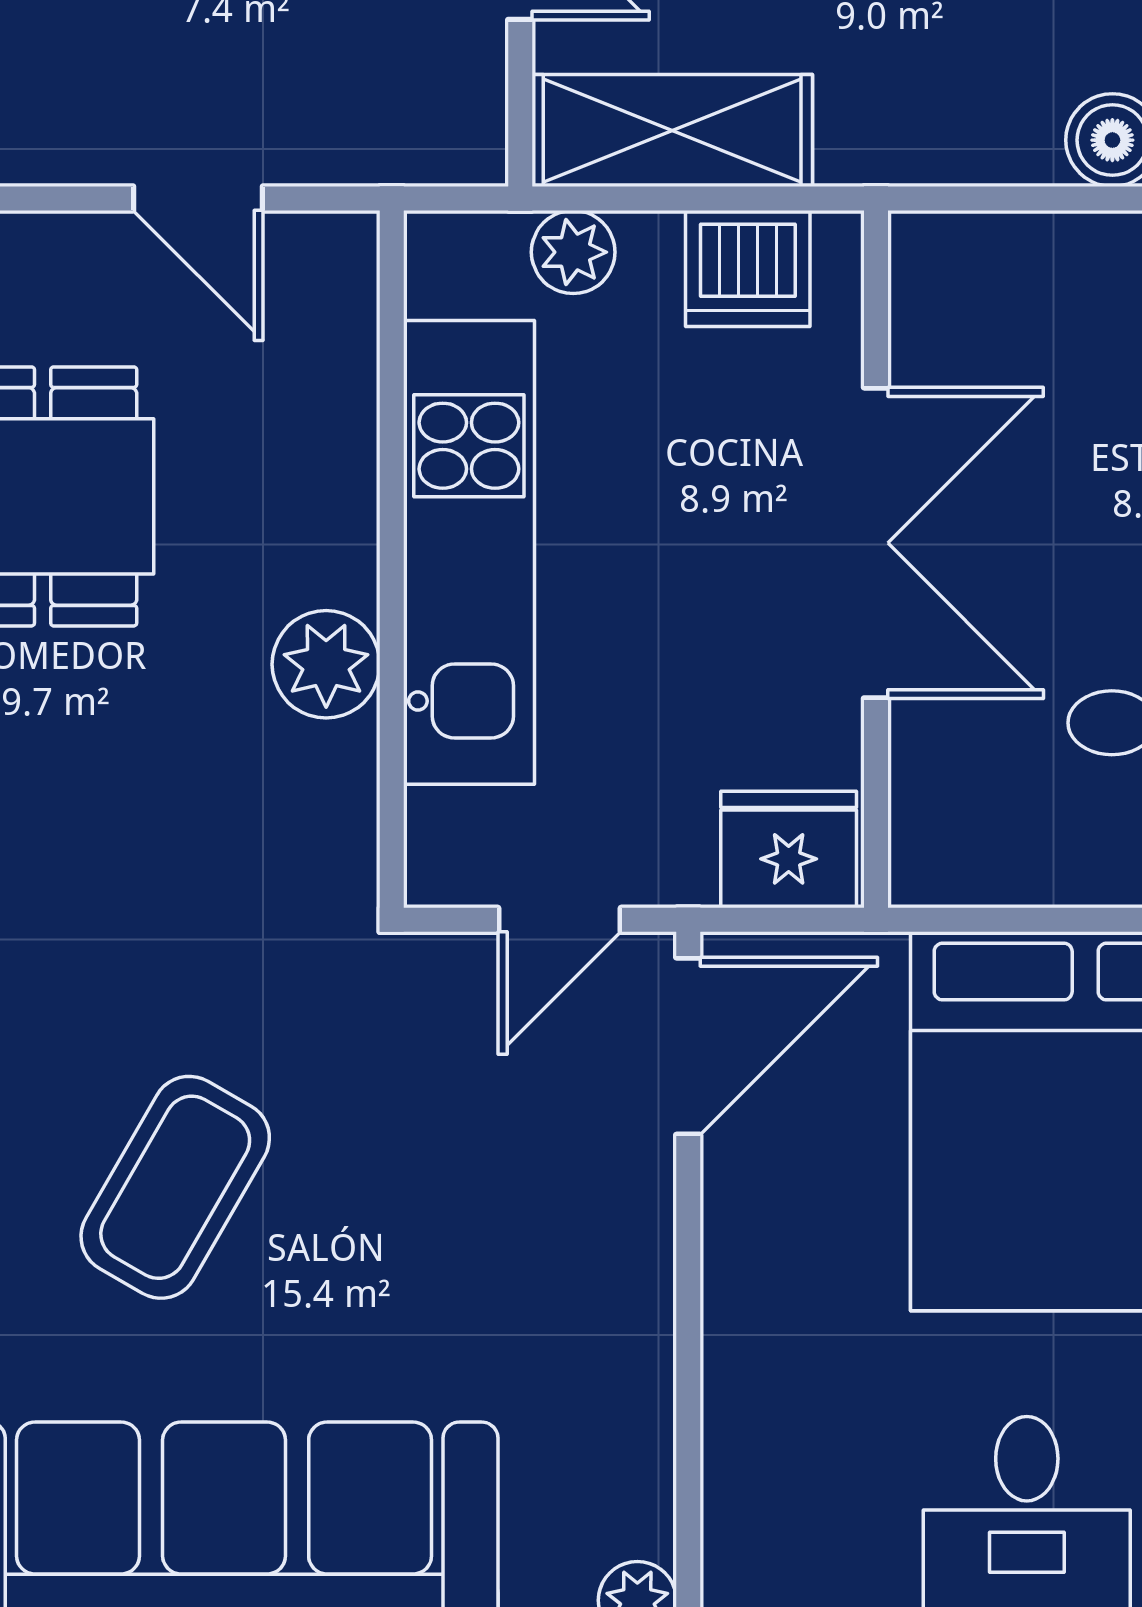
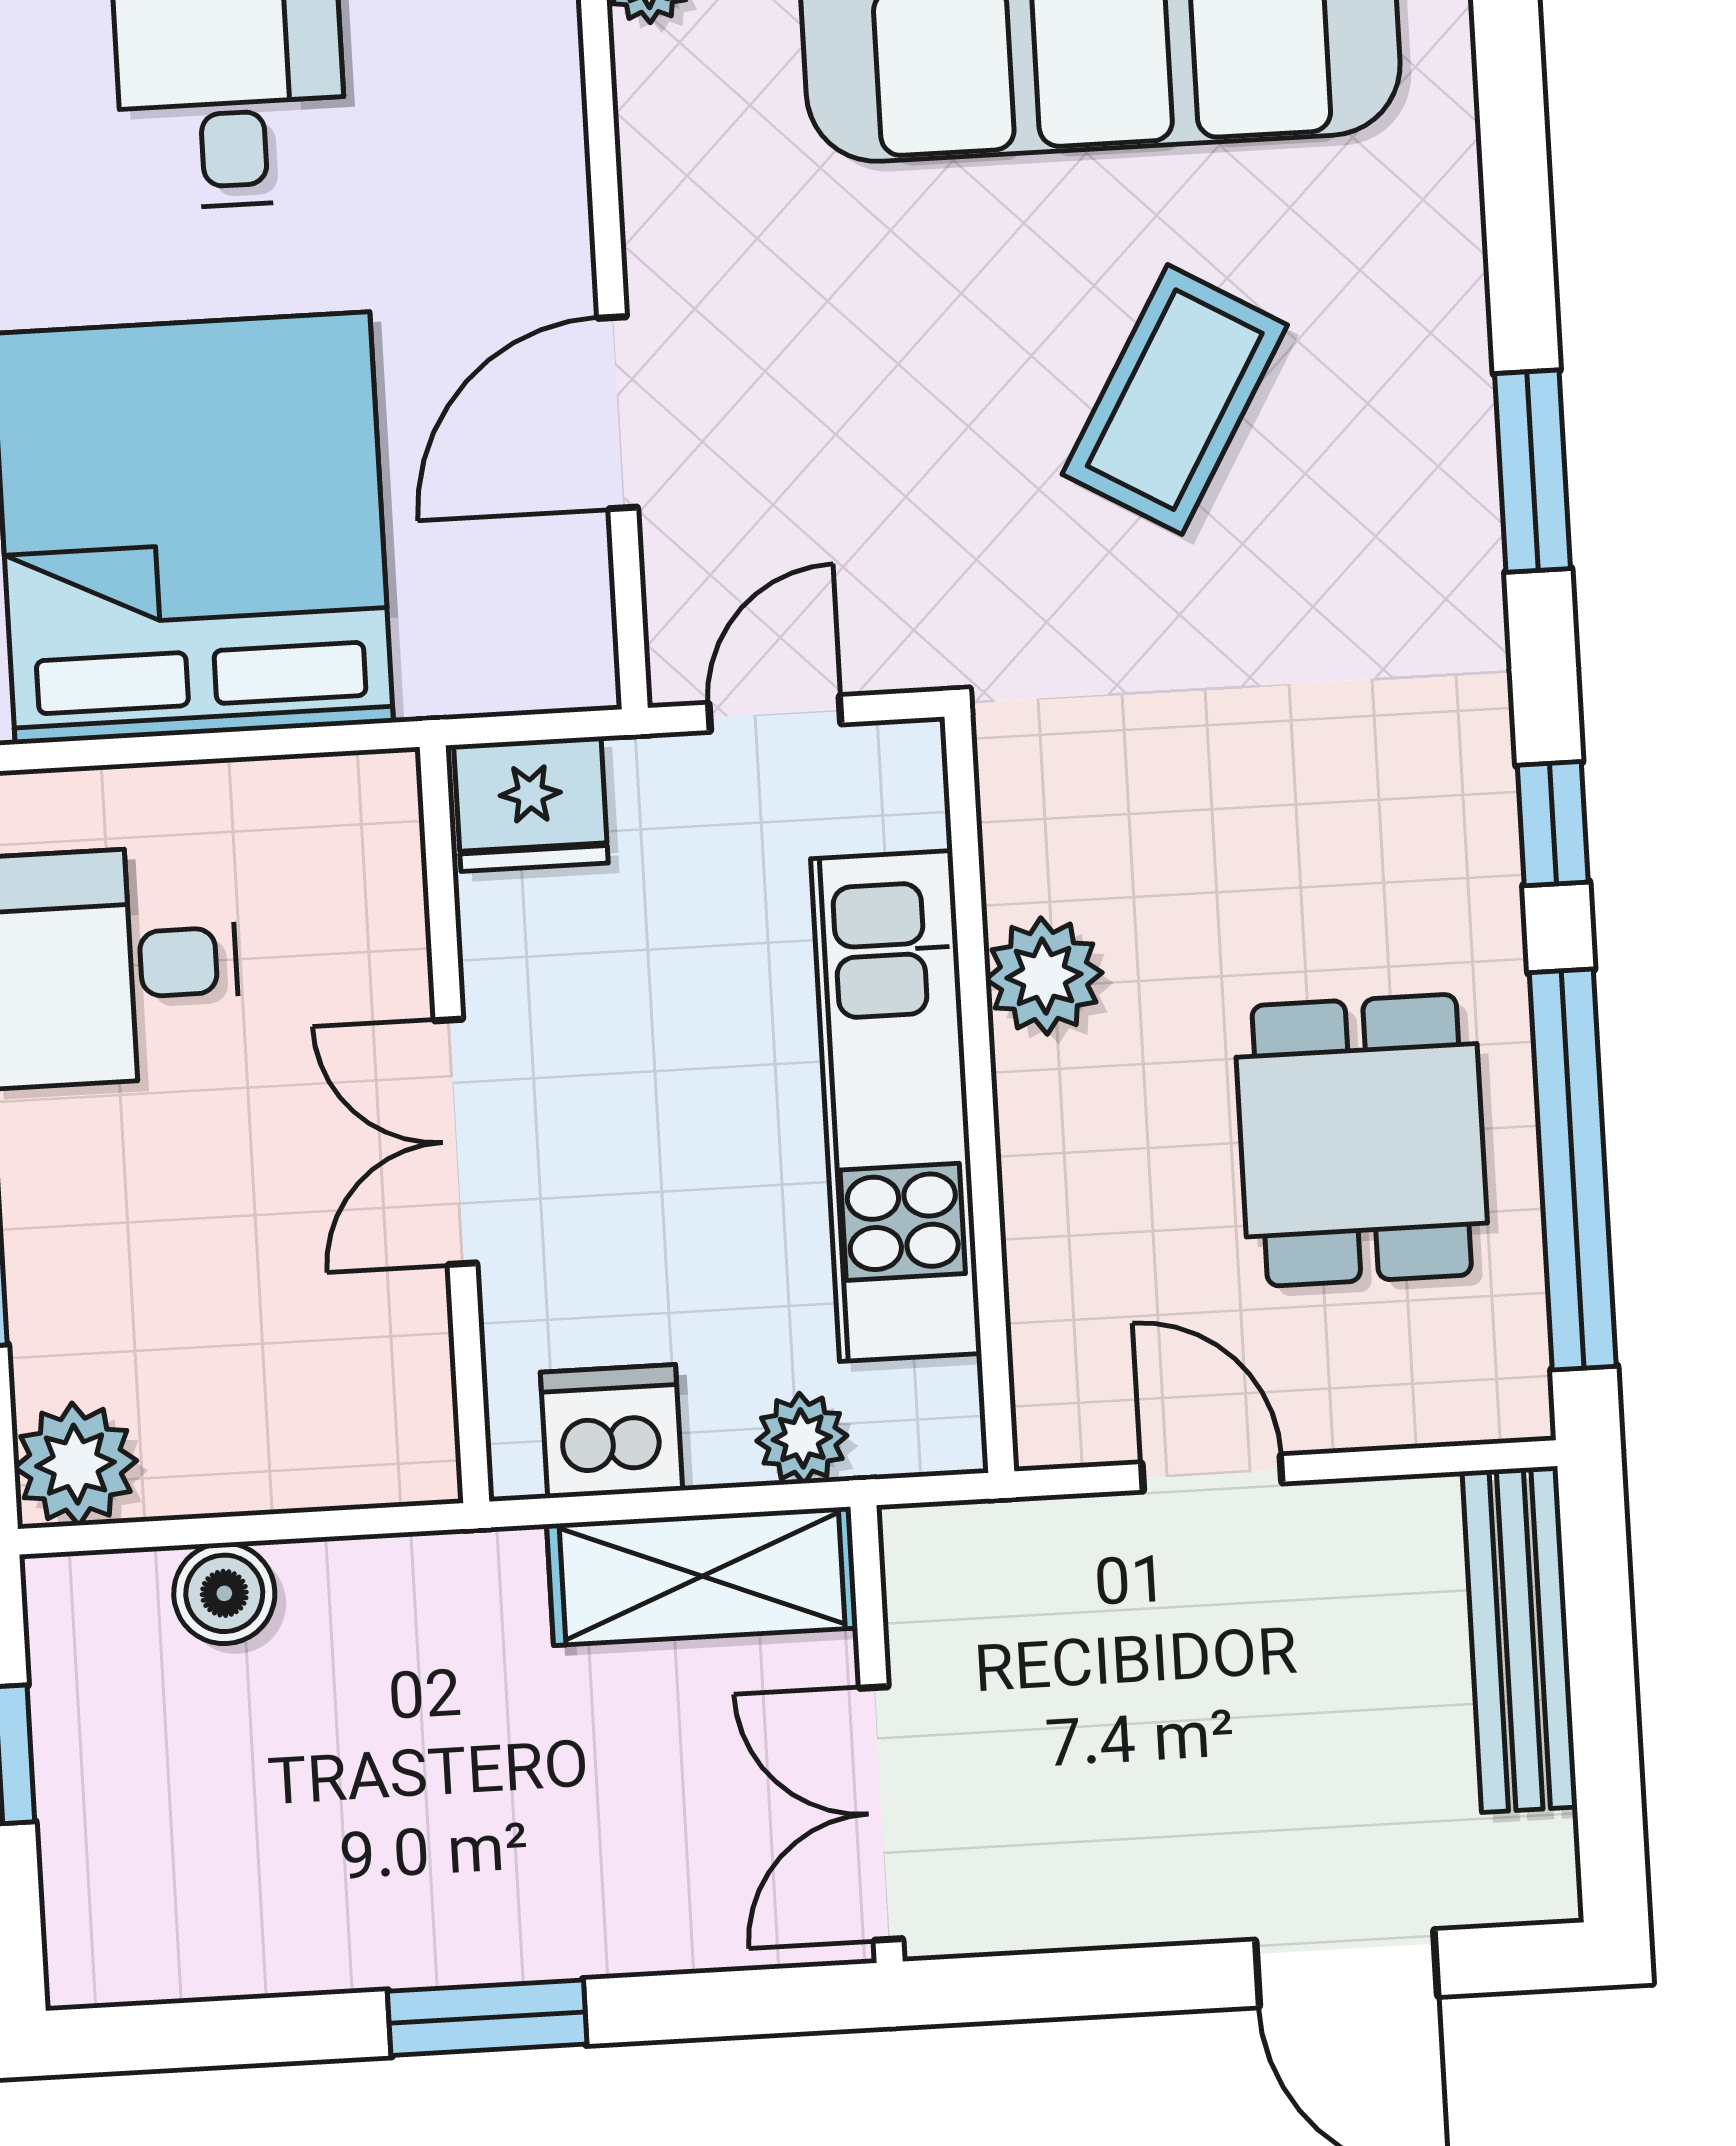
double door: (876, 543) -> (455, 1142), width x0.73
door: (688, 1046) -> (618, 413), moved

